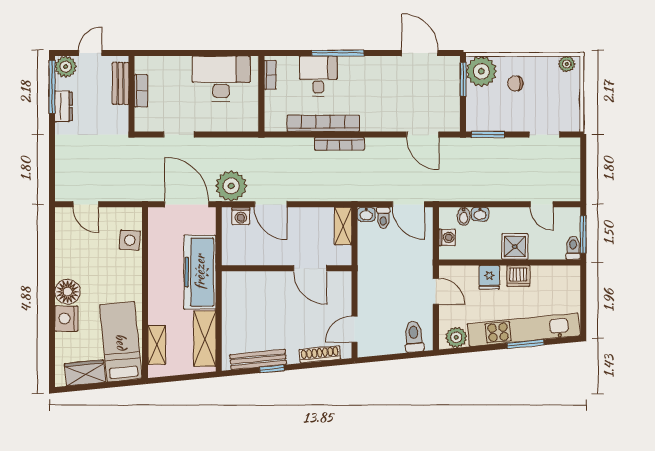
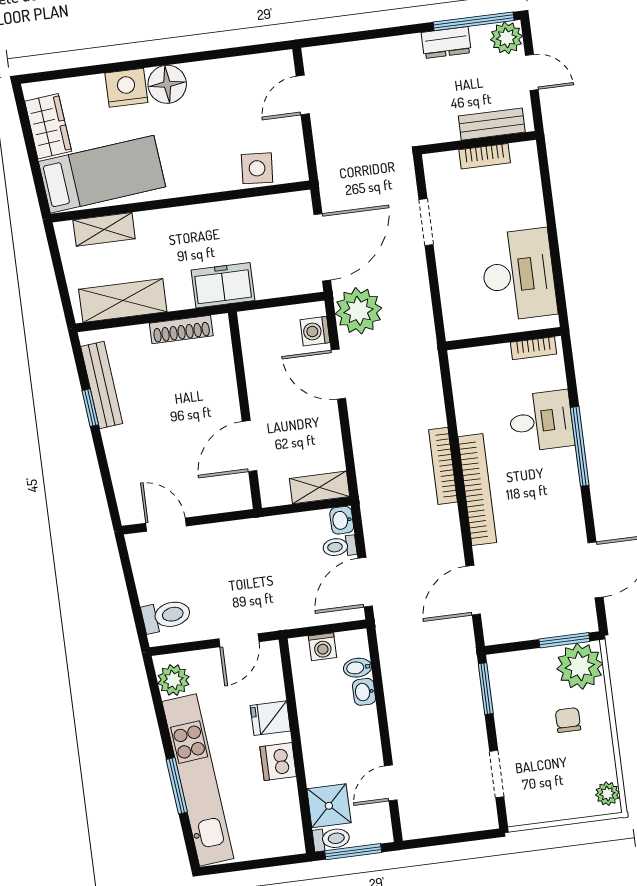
bookcase: (323, 123) -> (477, 490), moved
door: (271, 204) -> (338, 374), hinge flipped
shower: (515, 247) -> (329, 806), moved
freezer: (200, 272) -> (223, 285), width x0.52, depth x0.79
shoe rack: (320, 354) -> (181, 330), moved, turned 96

